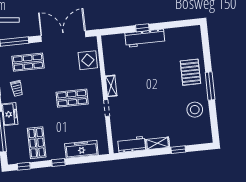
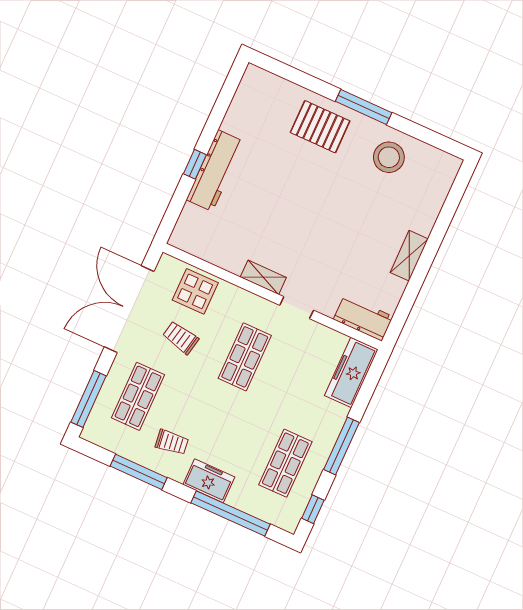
trolley: (64, 66) -> (181, 338), added
shop shelf: (37, 143) -> (285, 463), turned 90
workbench: (132, 144) -> (363, 318), moved, turned 90
freezer: (81, 149) -> (351, 372), moved
window: (178, 150) -> (441, 226), removed
window: (58, 163) -> (342, 446), width x2.17

